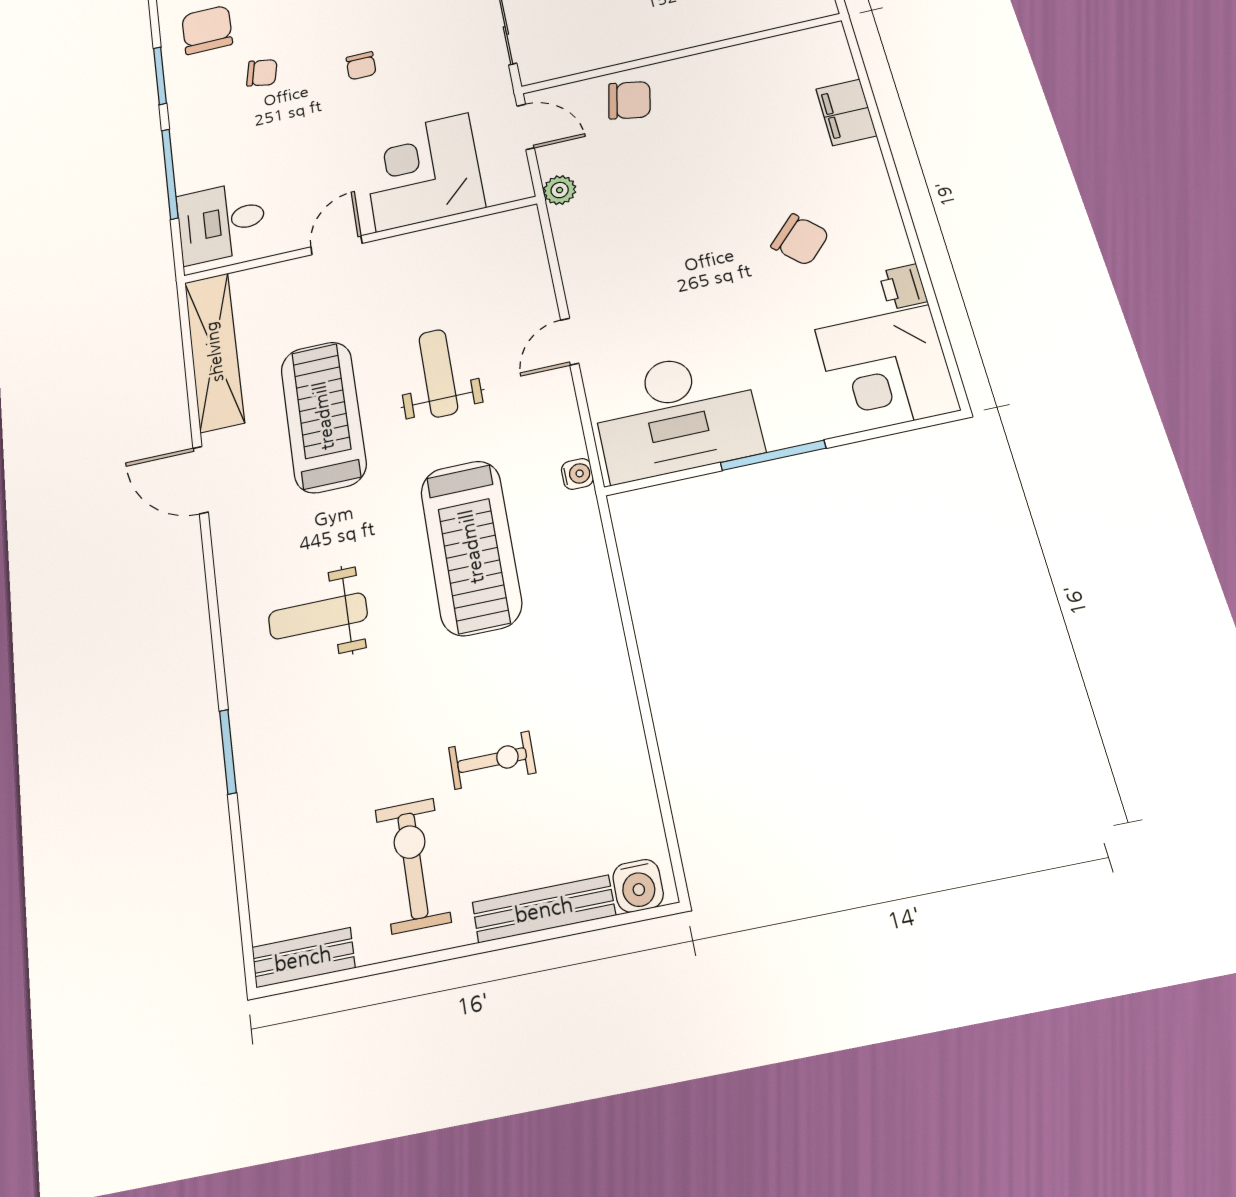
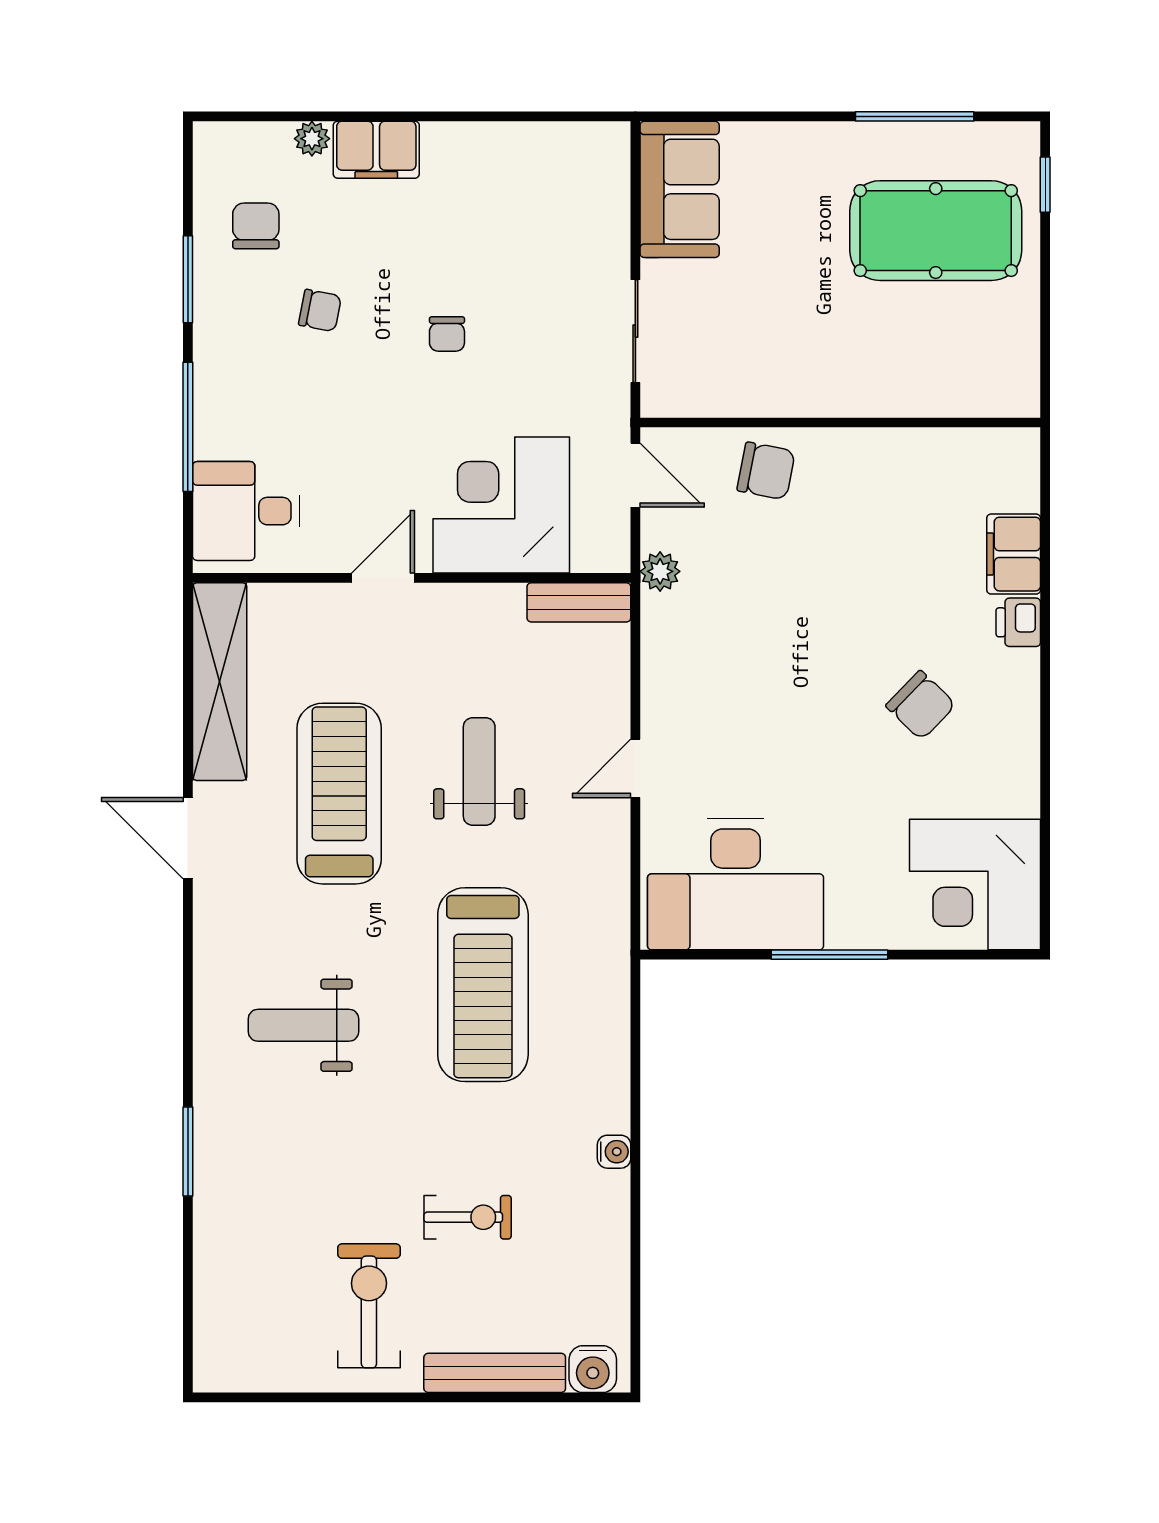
chair: (207, 30) -> (256, 226), width x0.73, depth x0.73
printer: (903, 287) -> (1018, 622), moved
water cooler: (577, 474) -> (614, 1152), moved
bench: (303, 958) -> (579, 602), moved

